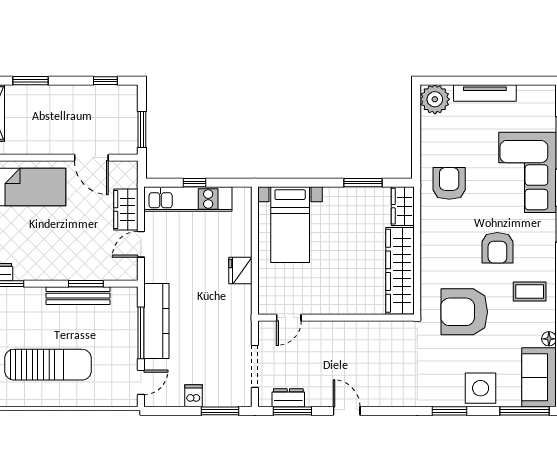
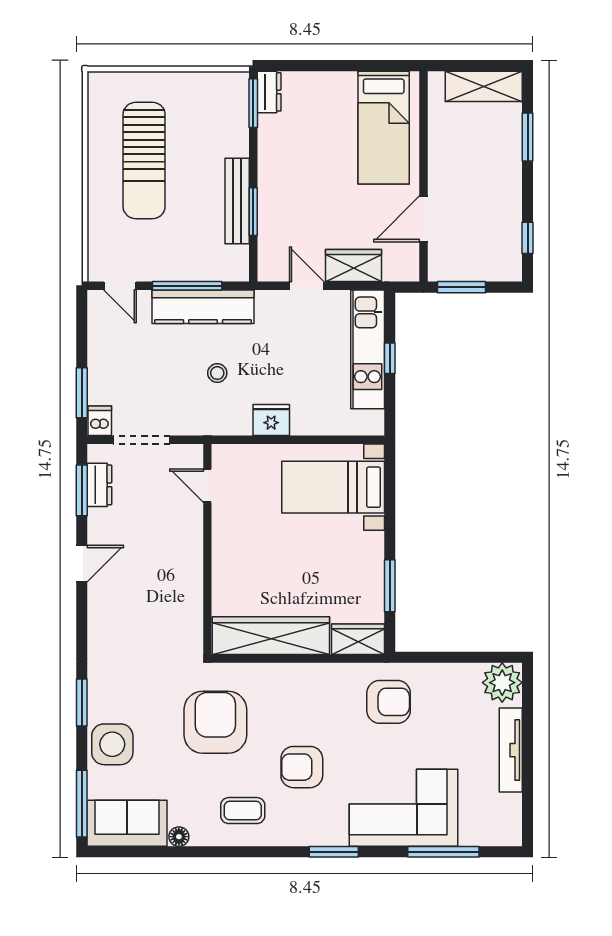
coffee table: (530, 291) -> (243, 811), turned 90
stool: (205, 310) -> (217, 373), added
dishwasher: (193, 396) -> (100, 421), moved, turned -90

